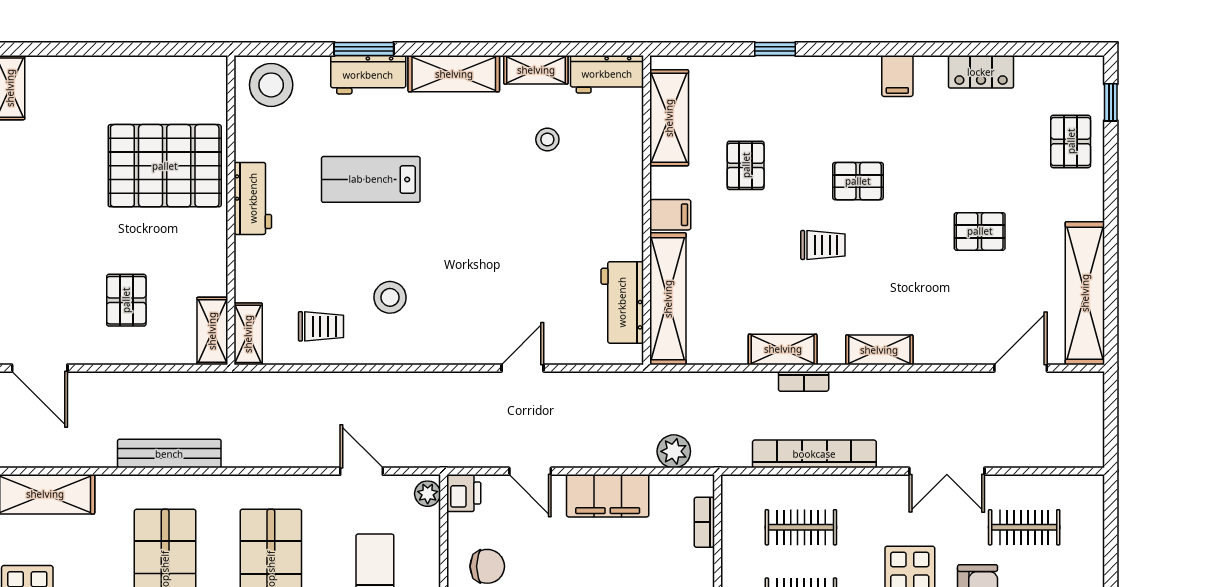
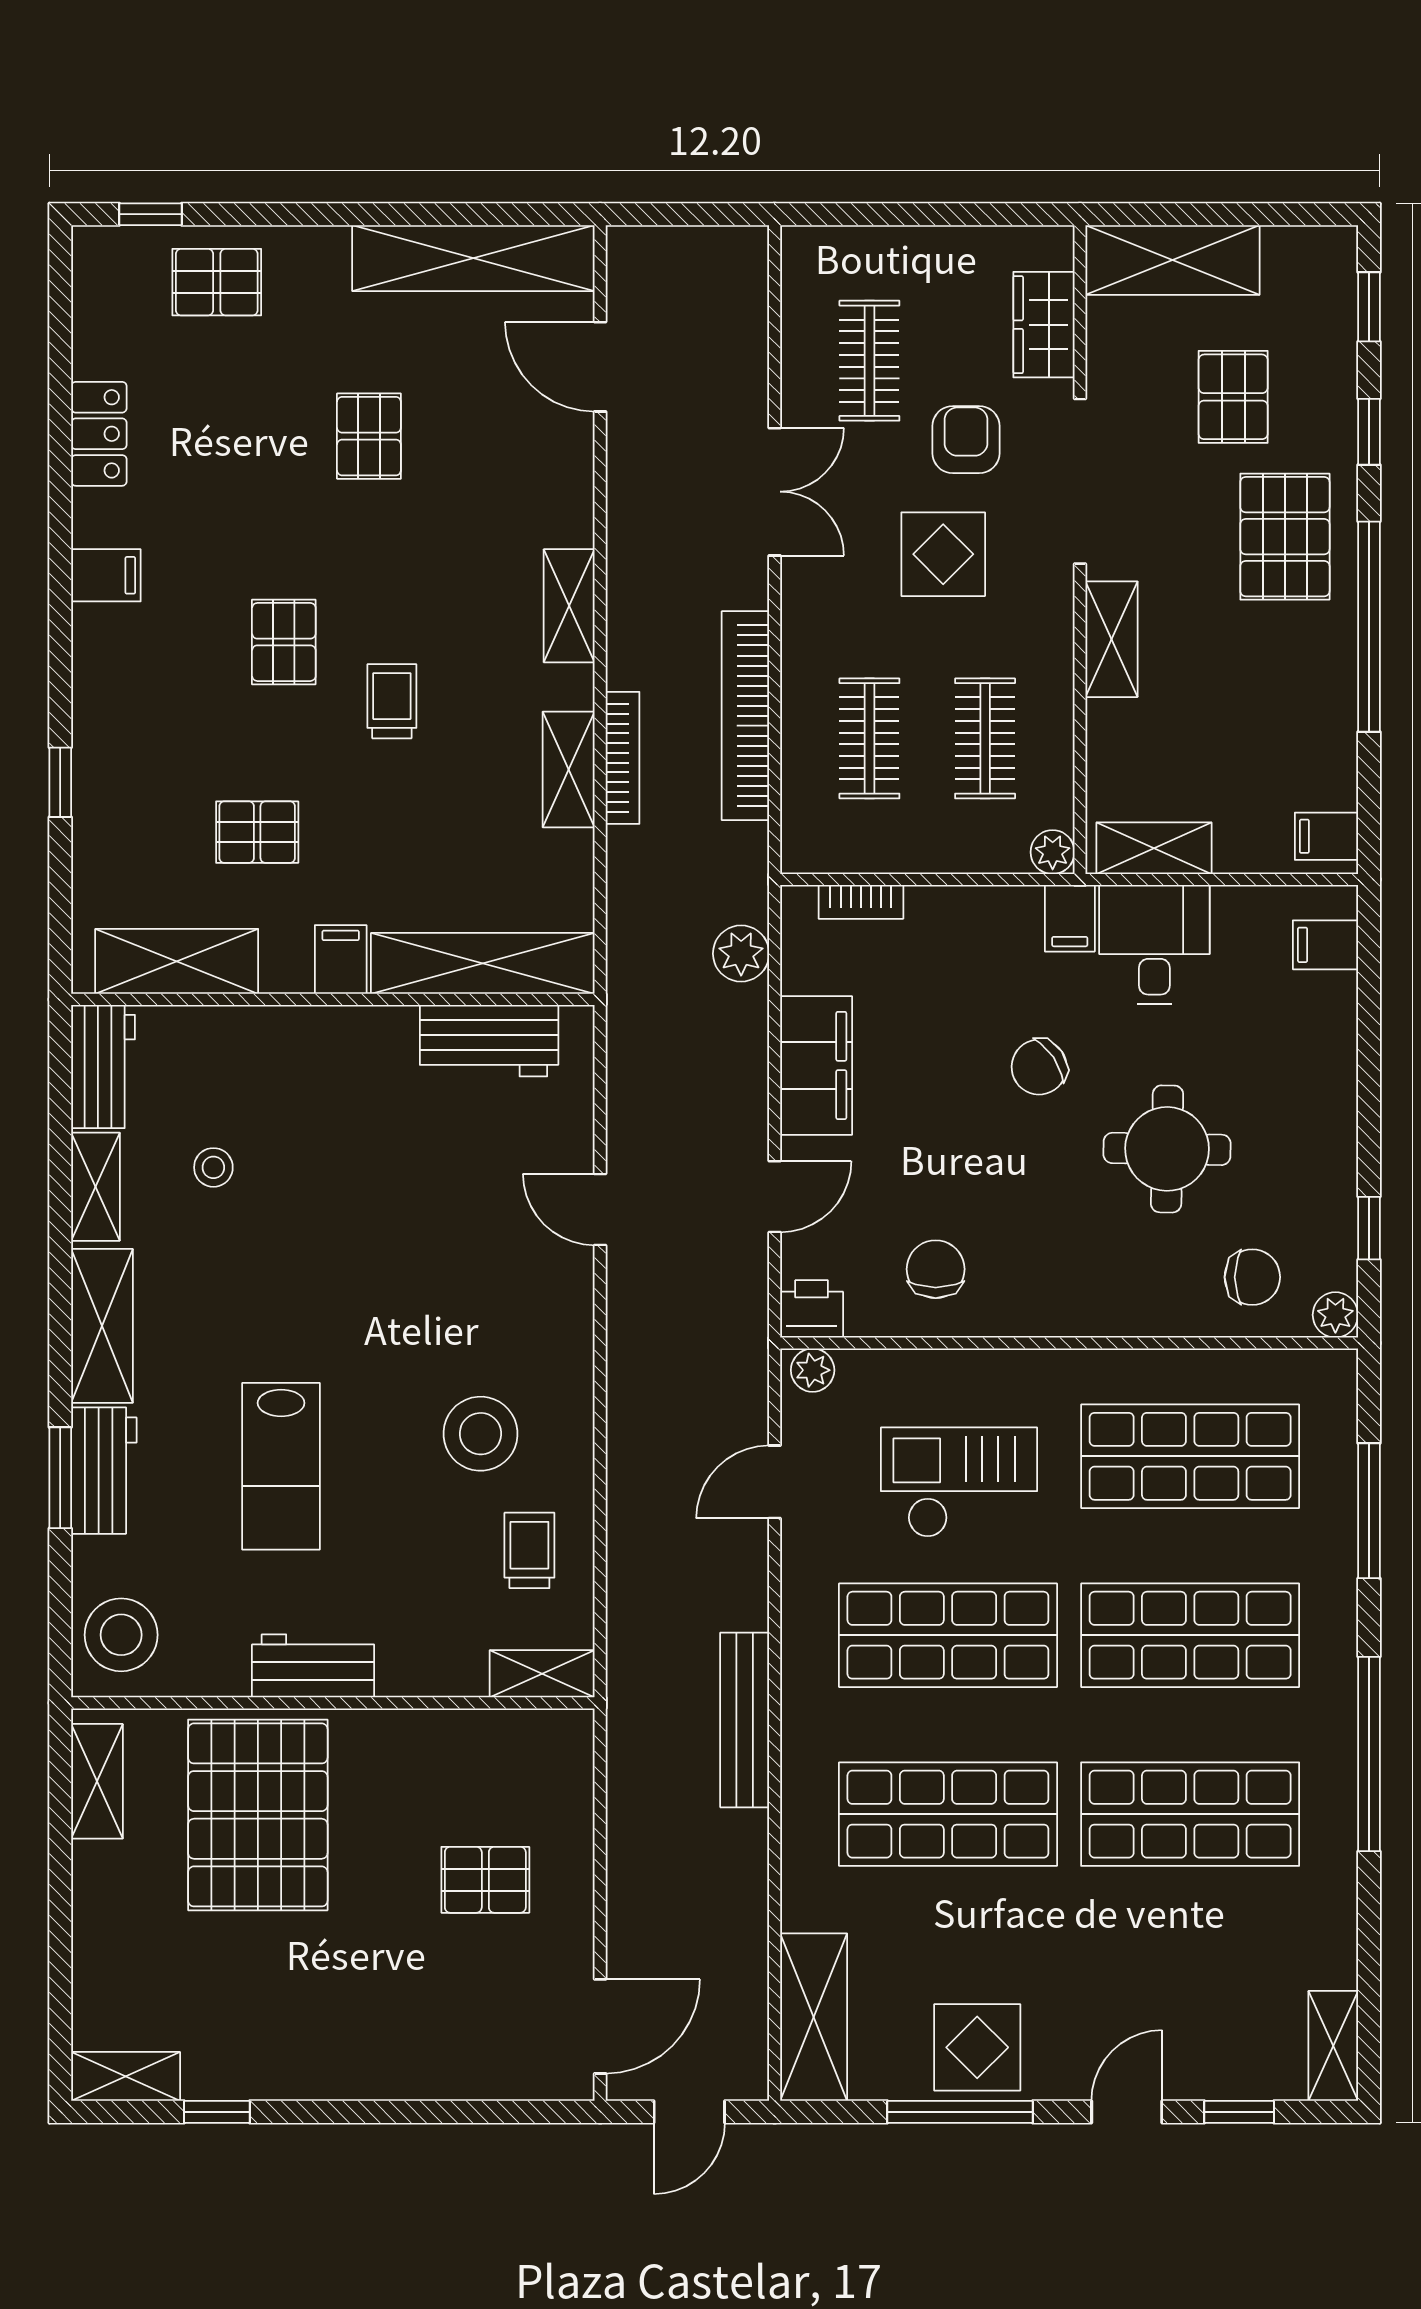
stool: (390, 297) -> (480, 1434), width x1.38, depth x1.38
shelving: (212, 331) -> (97, 1781), moved, turned 90
bookcase: (804, 381) -> (622, 758), width x1.56
bench: (169, 454) -> (745, 1720), moved

